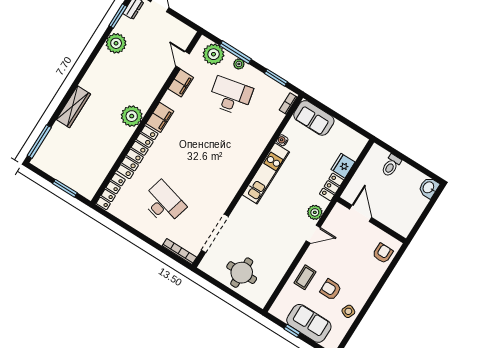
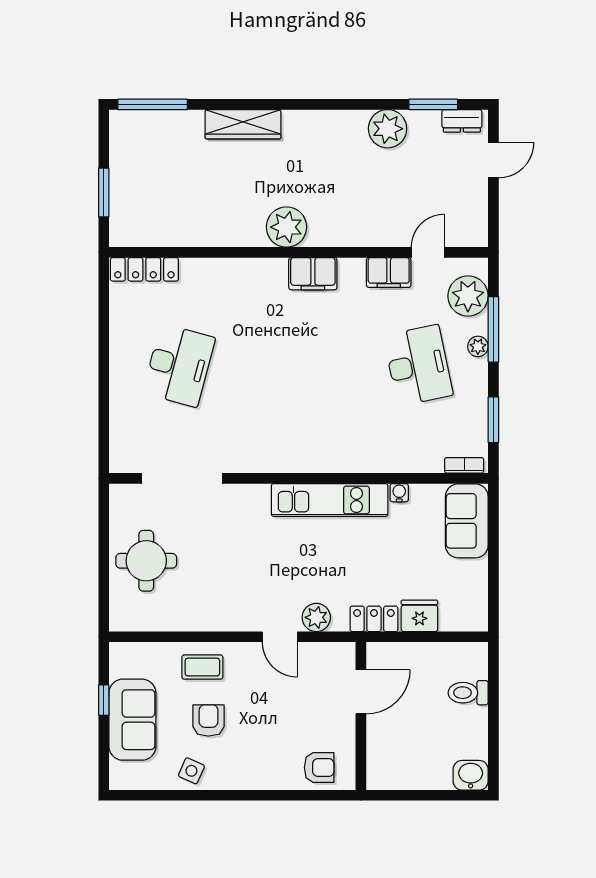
locker: (137, 152) -> (234, 272), removed
bookcase: (179, 251) -> (117, 440), removed

